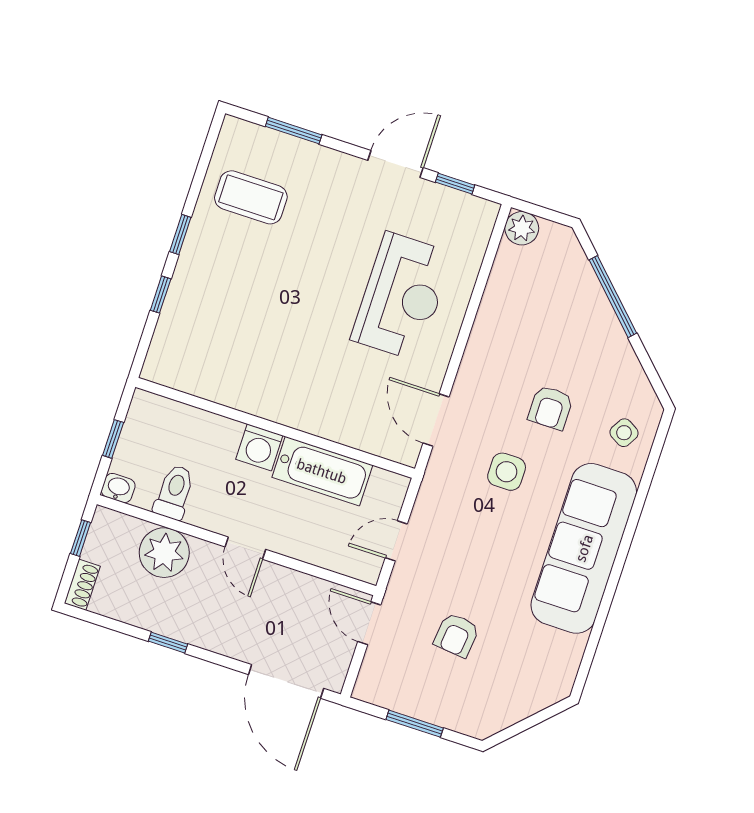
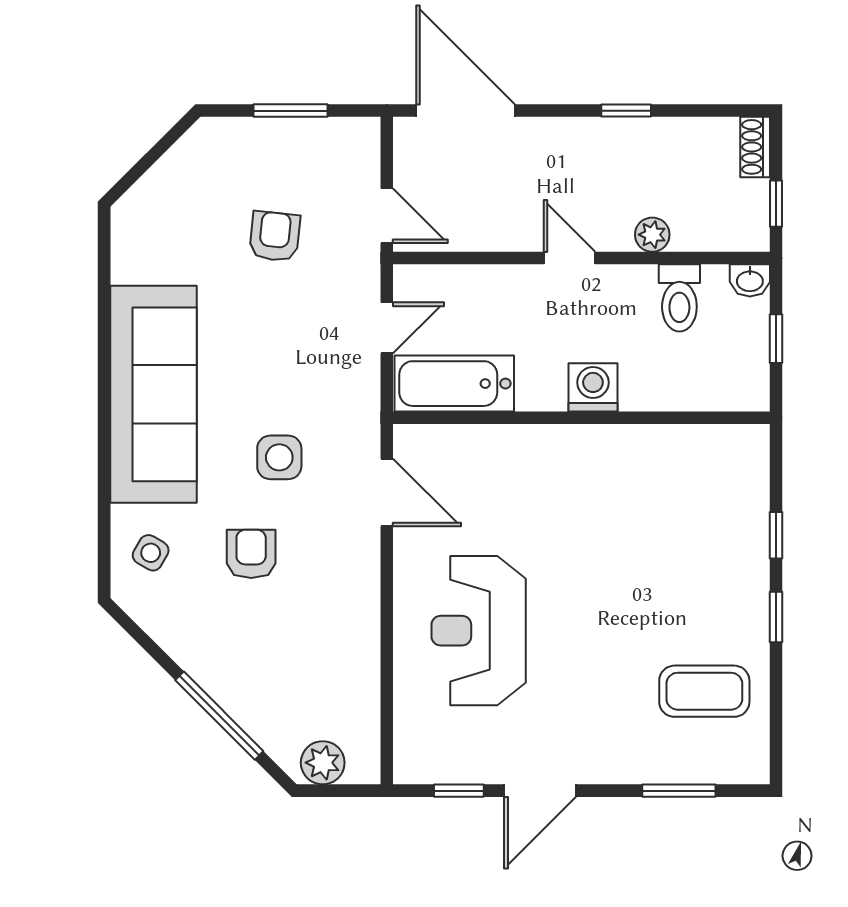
plant: (522, 228) -> (323, 763), moved
bathtub: (322, 471) -> (454, 384), moved
plant: (164, 553) -> (652, 235), width x0.53, depth x0.53

